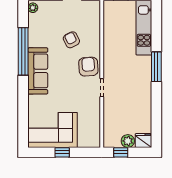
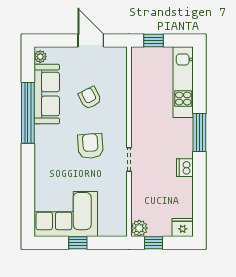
armchair: (88, 67) -> (90, 146), moved
sofa: (38, 71) -> (47, 94), moved
dishwasher: (145, 94) -> (185, 168), added
plant: (128, 141) -> (139, 228), moved

